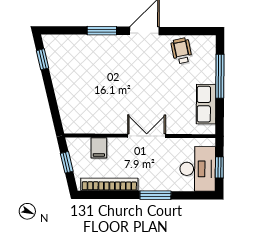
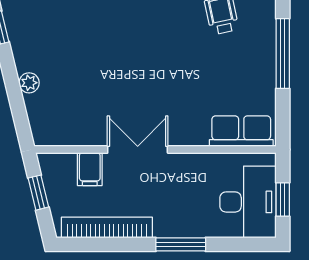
plant: (61, 94) -> (29, 83), added
row of seats: (206, 104) -> (241, 131), moved, turned 90
double door: (147, 136) -> (138, 150), moved

